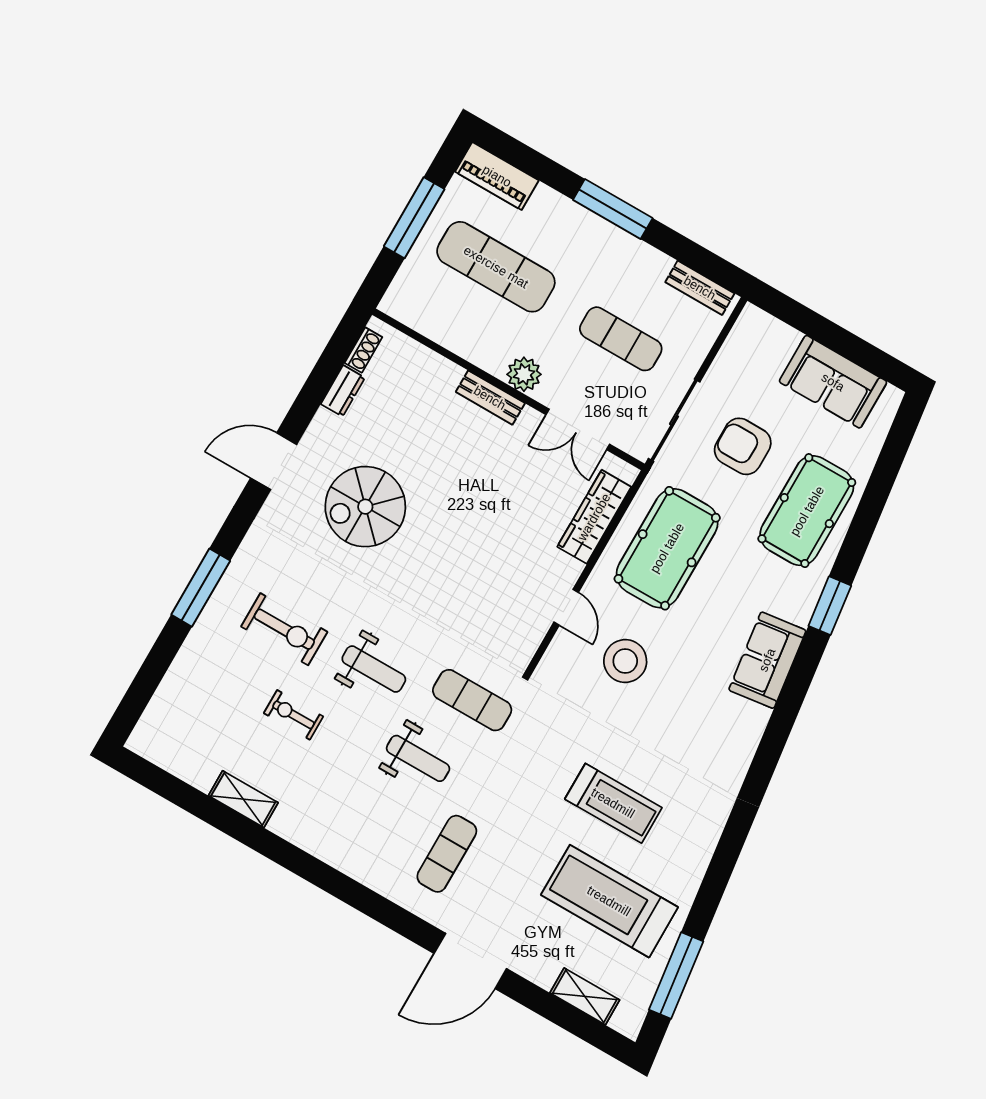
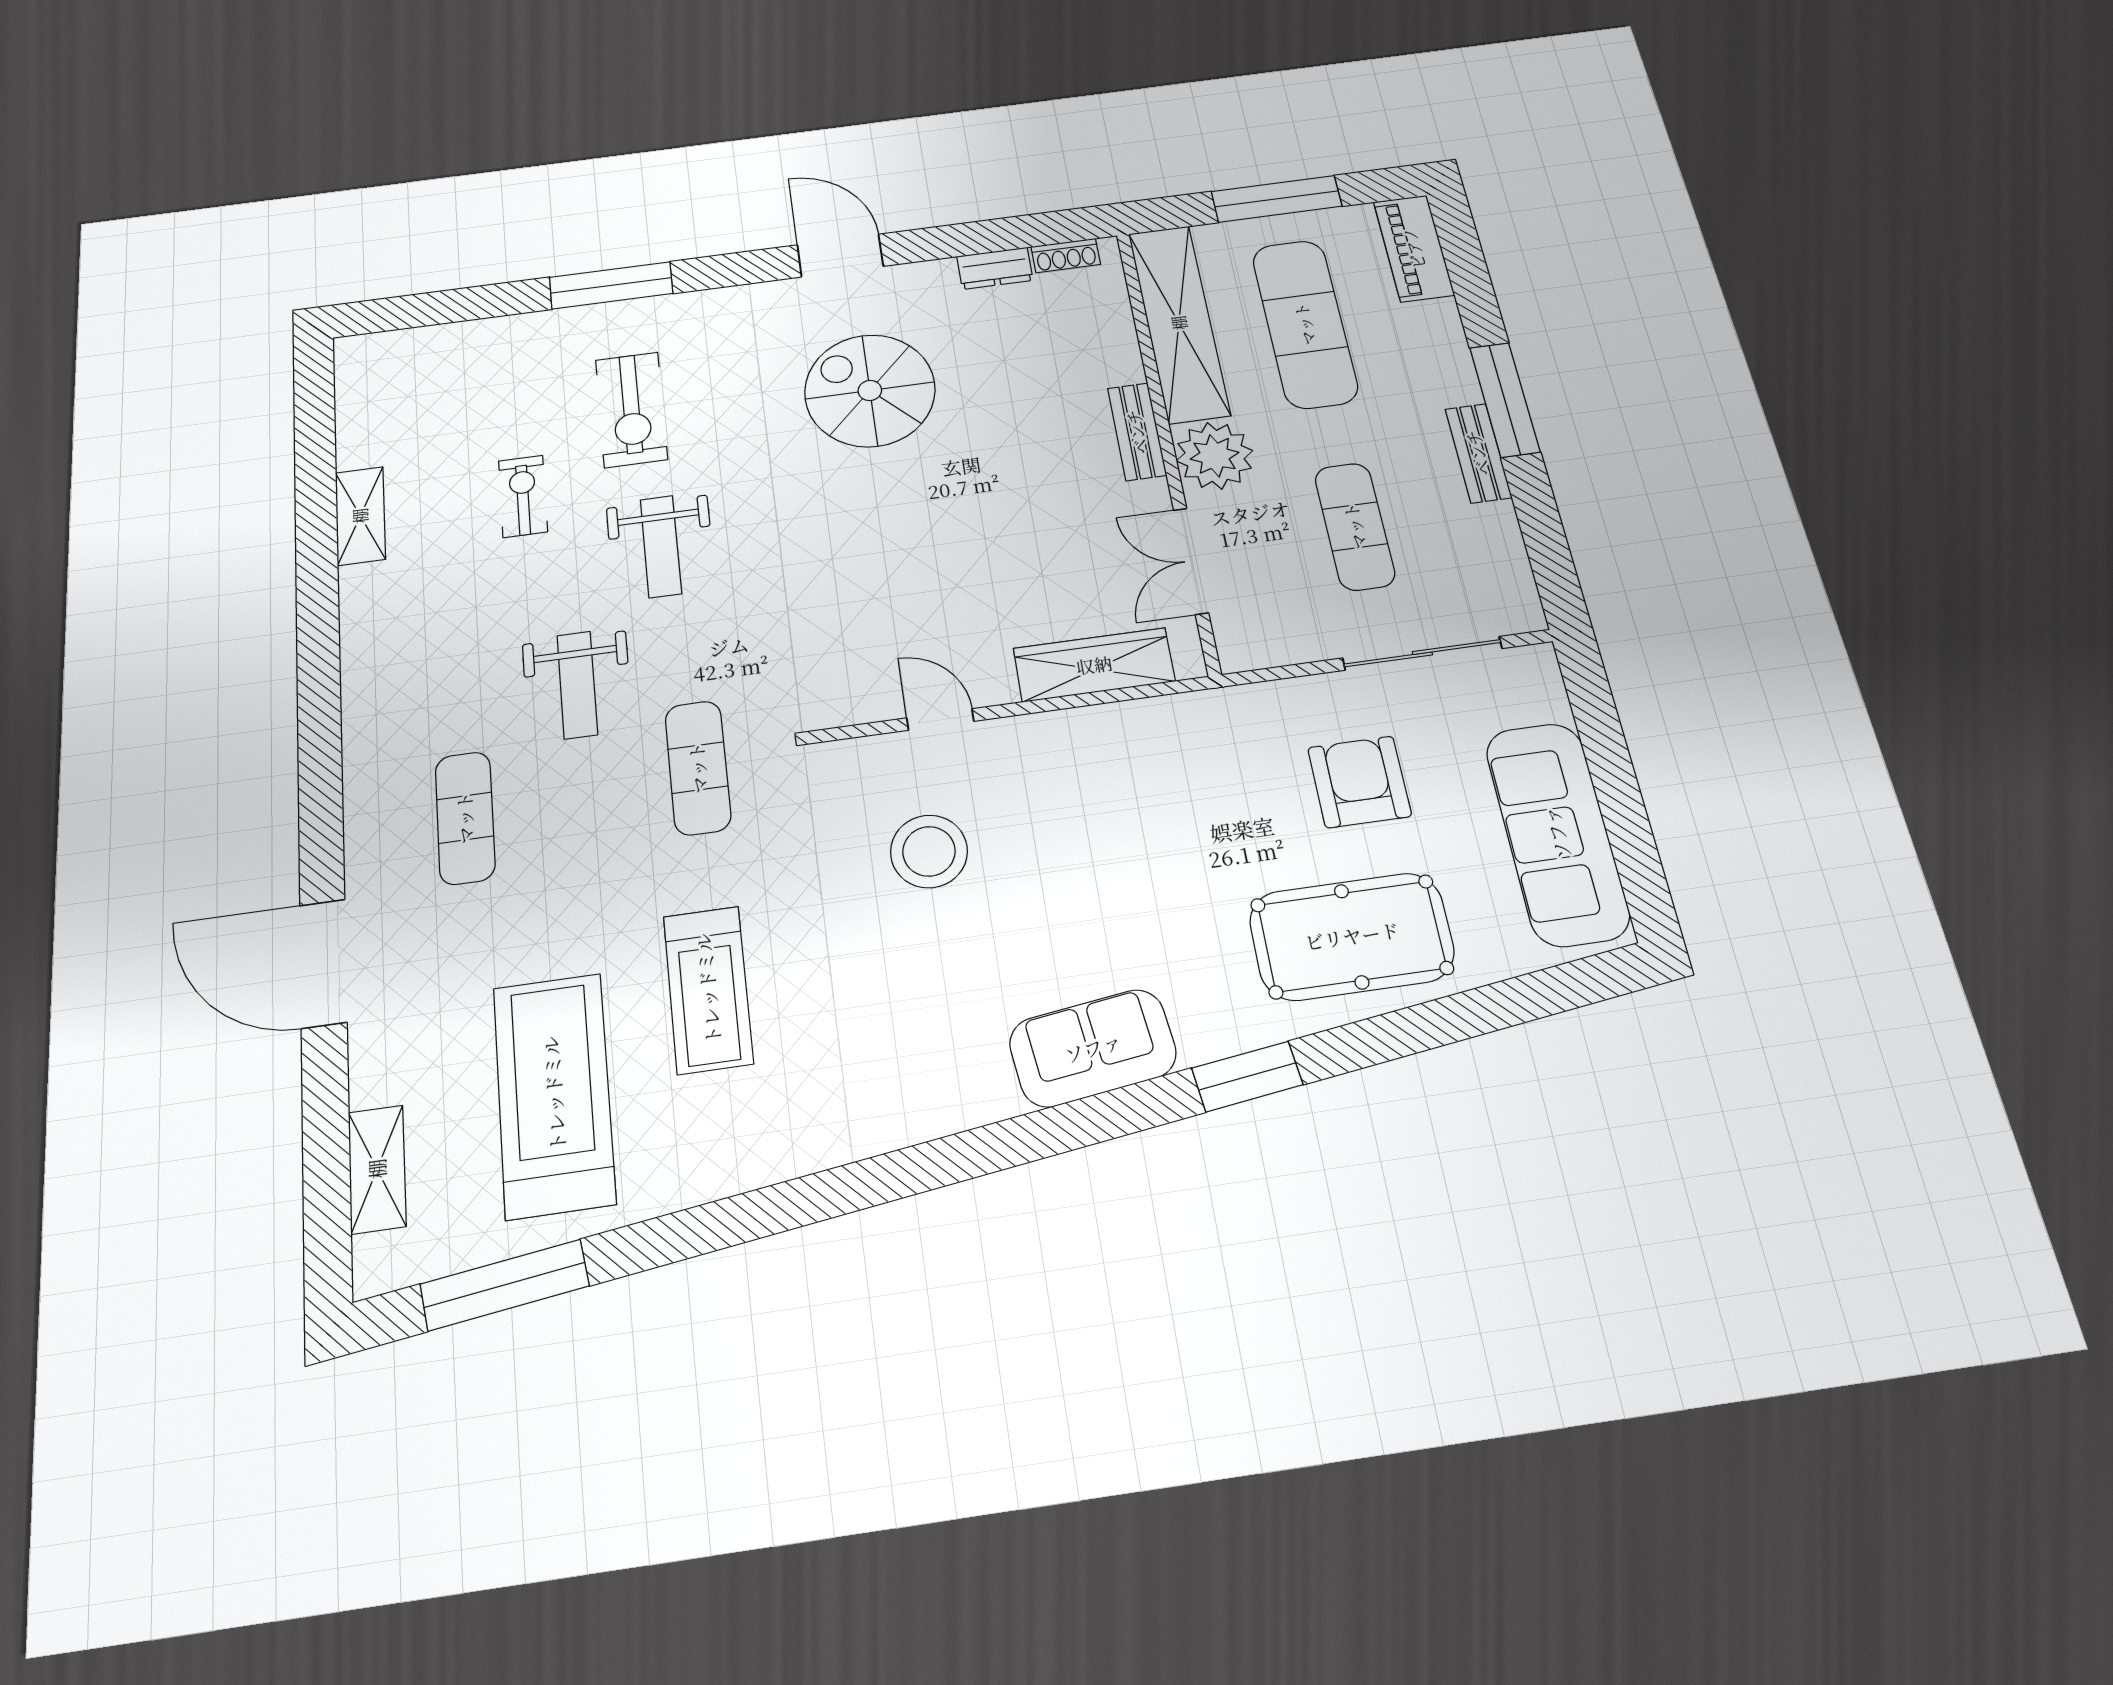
bench: (700, 288) -> (1478, 453), moved
shelving: (447, 327) -> (1179, 323), added
plant: (524, 374) -> (1215, 456), width x1.36, depth x1.36
sofa: (833, 382) -> (1557, 833), width x1.36
sliding door: (674, 420) -> (1422, 653), moved
pool table: (667, 548) -> (1133, 789), removed
door: (566, 607) -> (940, 720), swing flipped
exercise mat: (472, 700) -> (698, 768), moved
exercise mat: (447, 854) -> (465, 818), turned 90

